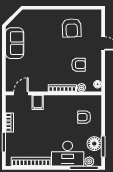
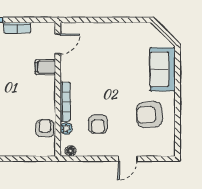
sofa: (15, 43) -> (163, 69), moved, turned 90
door: (21, 93) -> (58, 44), hinge flipped
armchair: (84, 117) -> (45, 128), moved

